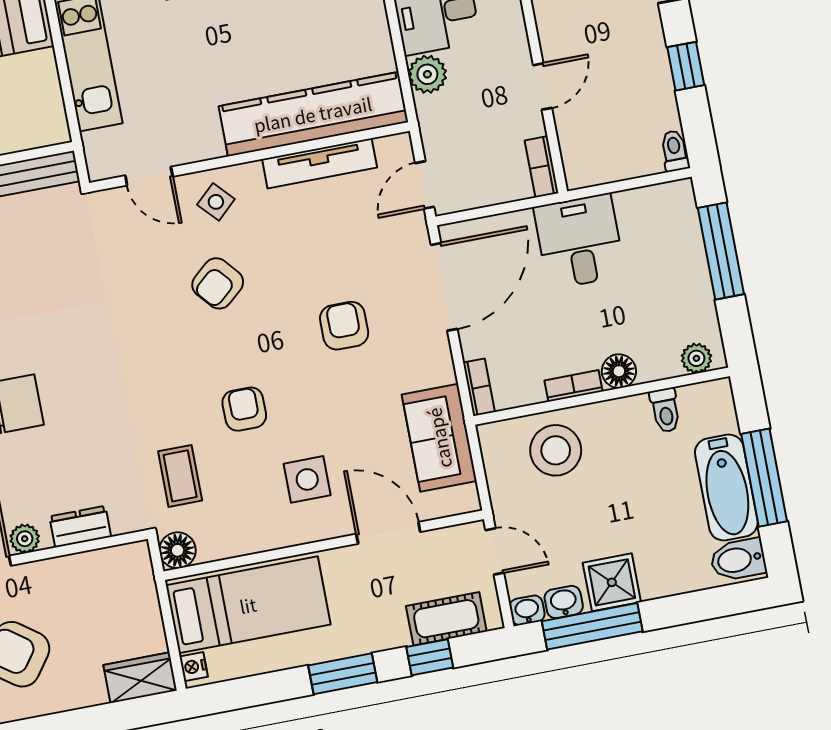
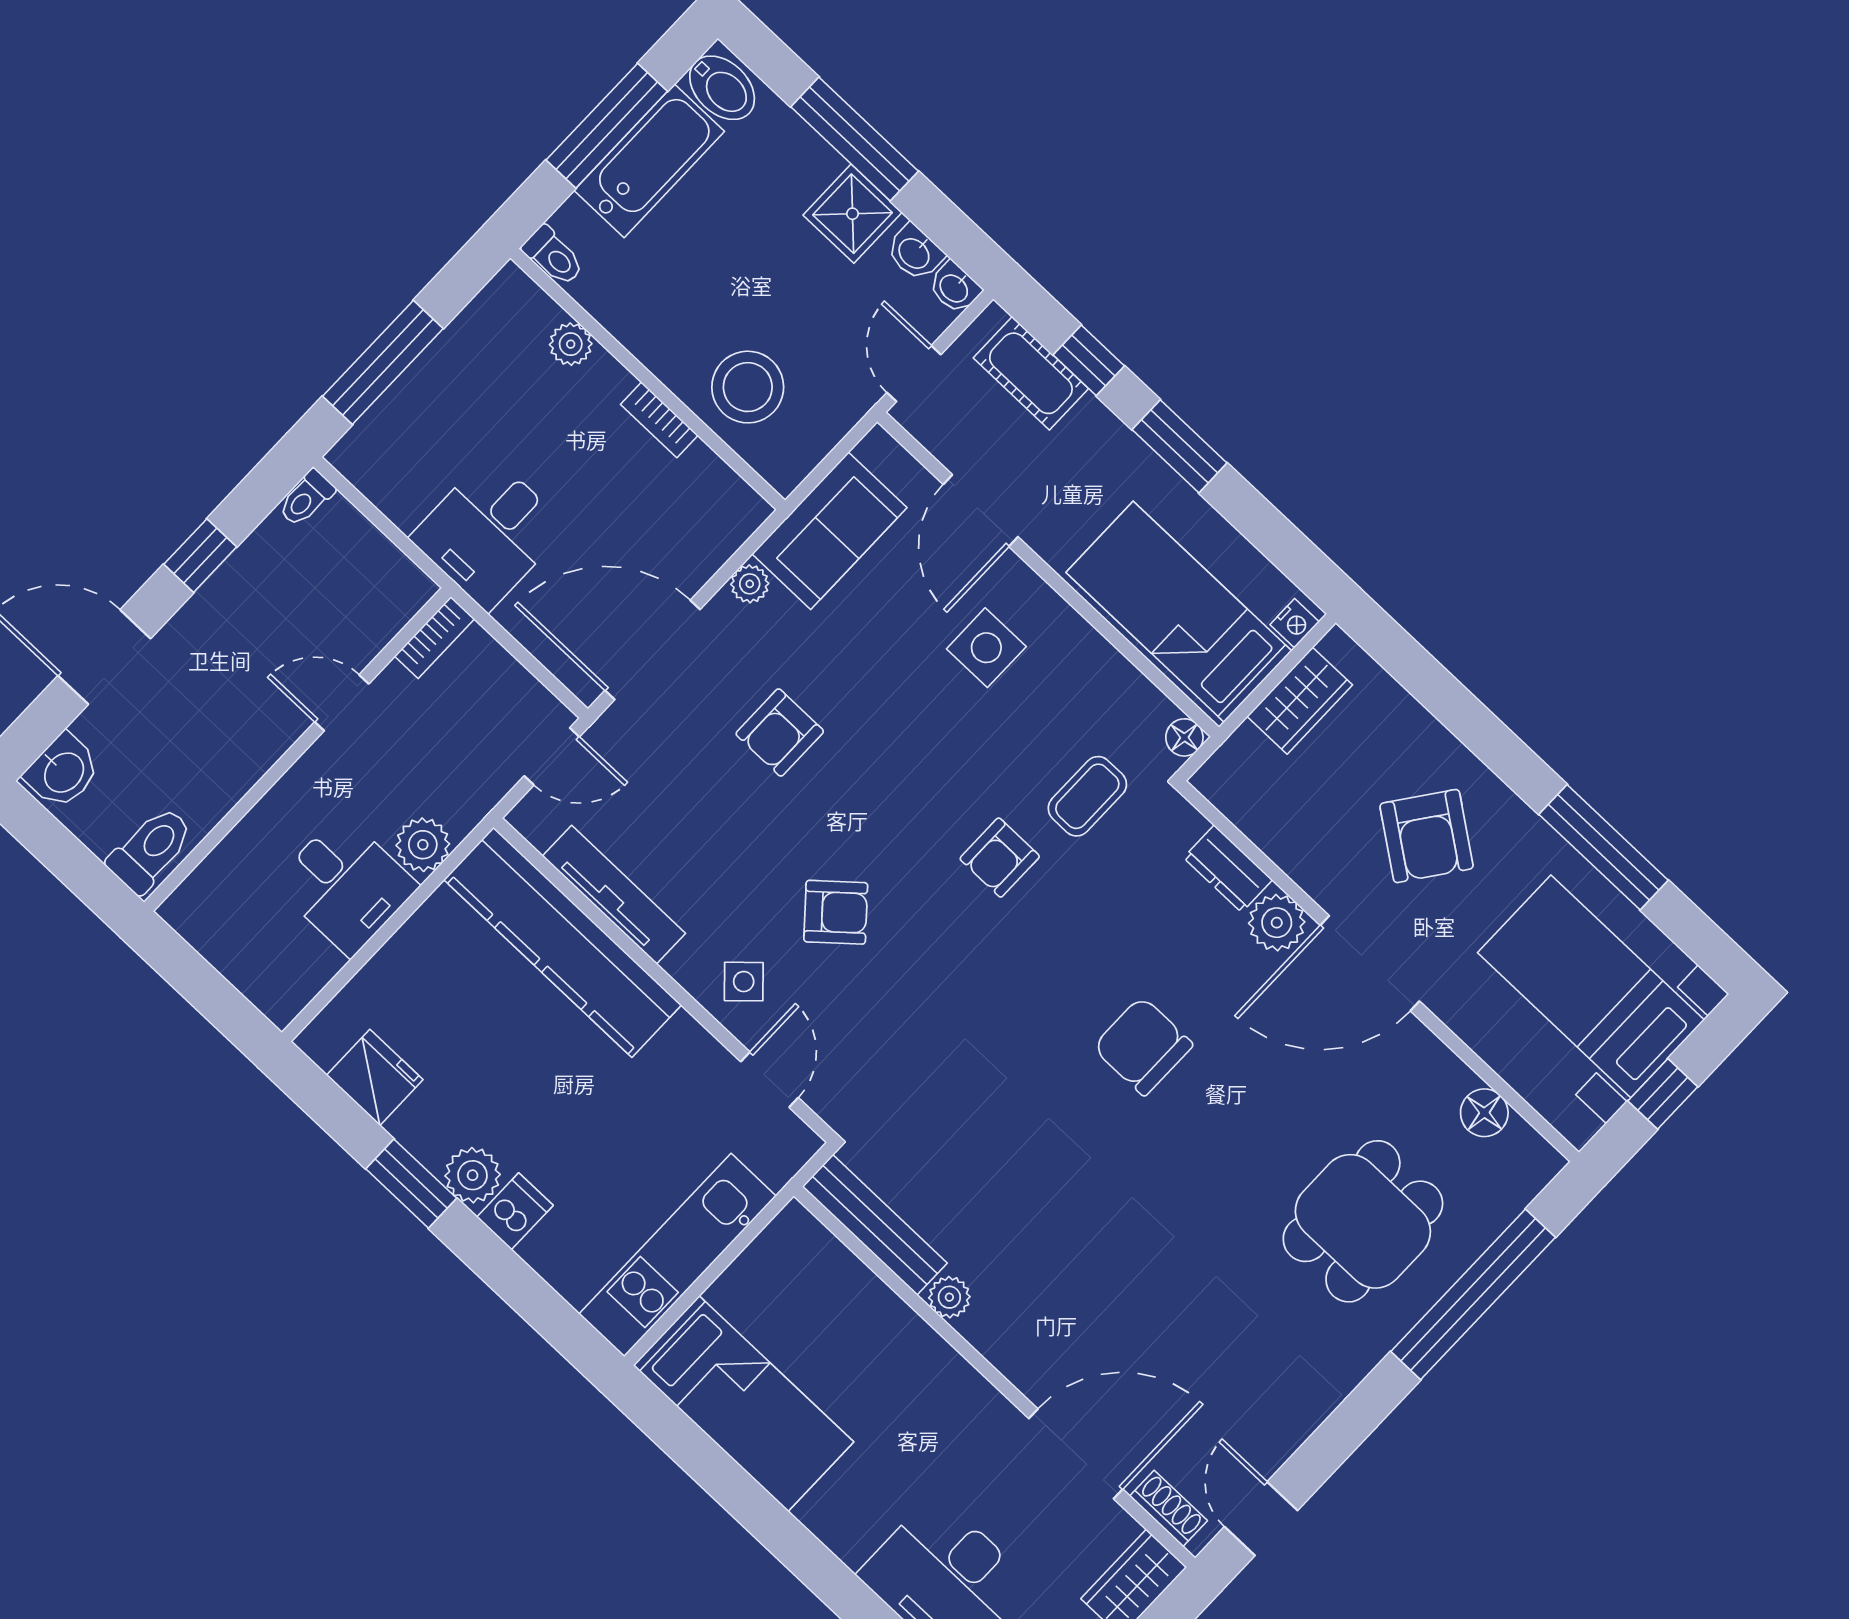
plant: (696, 358) -> (571, 344), moved
plant: (442, 370) -> (750, 584), added
floor lamp: (619, 371) -> (605, 380), removed
bookcase: (479, 387) -> (739, 527), removed
armchair: (244, 409) -> (1000, 858), moved
toilet: (665, 410) -> (553, 256), moved, turned 90
plant: (25, 539) -> (1277, 923), width x1.38, depth x1.38
floor lamp: (178, 550) -> (1184, 737), width x0.73, depth x0.73
window: (592, 626) -> (855, 139), moved
wardrobe: (140, 678) -> (1300, 701), moved, turned -90

